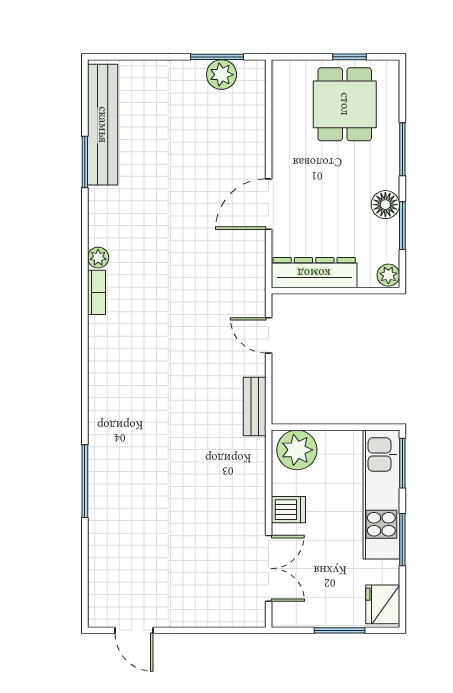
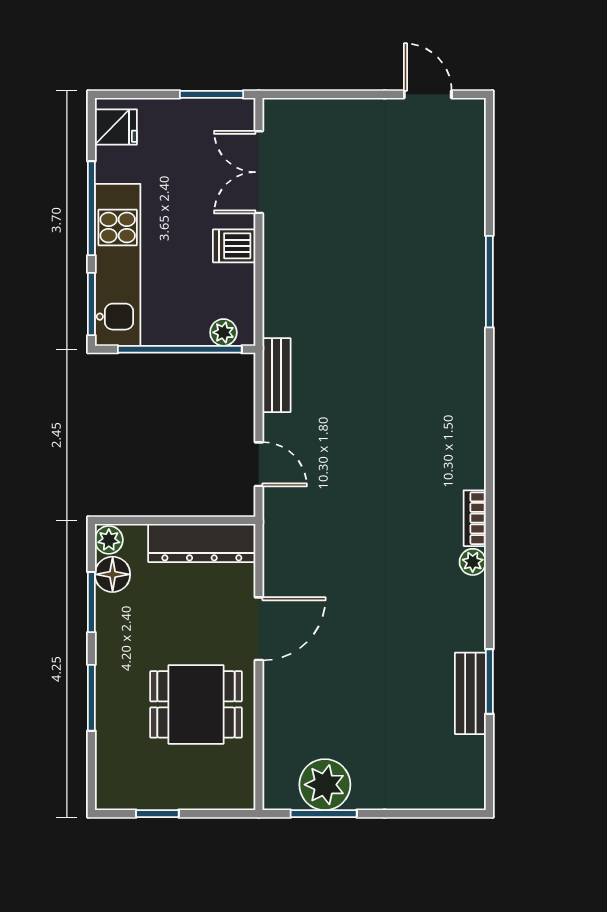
plant: (222, 75) -> (325, 785), width x1.36, depth x1.36
dining table: (345, 104) -> (196, 704), moved, turned 90
bench: (103, 125) -> (470, 693), width x0.54, depth x0.82
floor lamp: (385, 205) -> (113, 574), moved
window: (332, 427) -> (180, 349), added
plant: (297, 450) -> (223, 332), width x0.53, depth x0.53
window: (402, 540) -> (91, 208), width x1.44
fridge: (383, 604) -> (116, 127), width x0.72
window: (340, 630) -> (212, 94), moved

